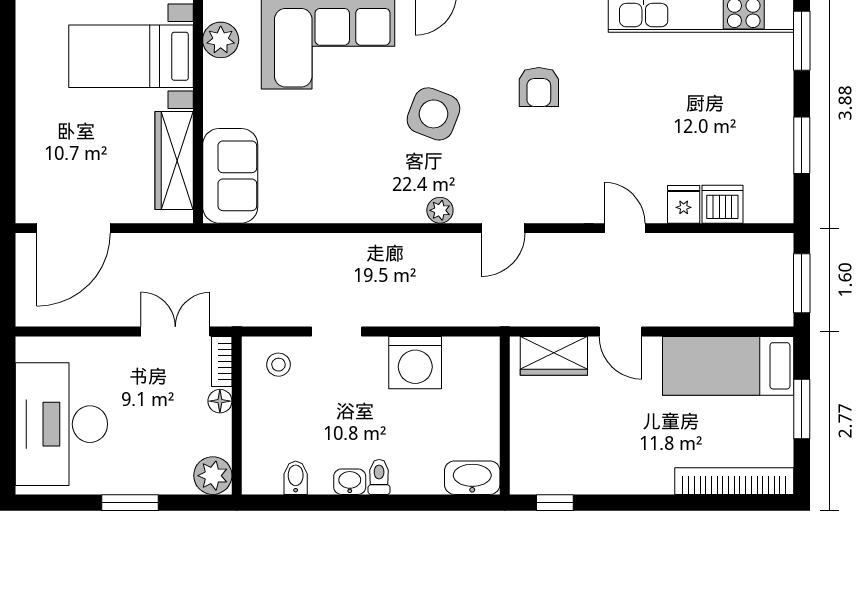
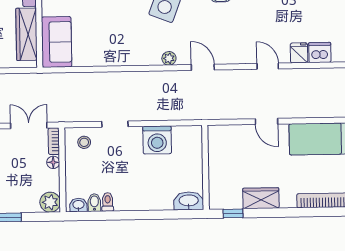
door: (503, 228) -> (203, 67), swing flipped
wardrobe: (554, 356) -> (261, 198), moved, turned 180
toilet: (379, 477) -> (108, 202), moved
washbasin: (350, 482) -> (78, 205), moved

